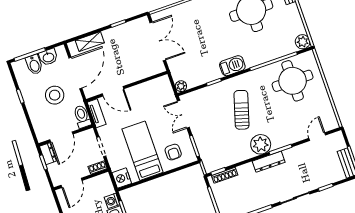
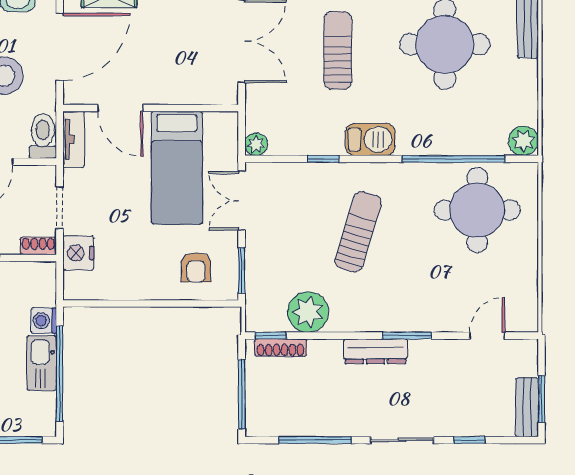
sun lounger: (203, 30) -> (338, 50), added
plant: (261, 144) -> (308, 312), moved
bed: (143, 151) -> (177, 168), moved, turned 180
nightstand: (122, 178) -> (78, 253), moved

